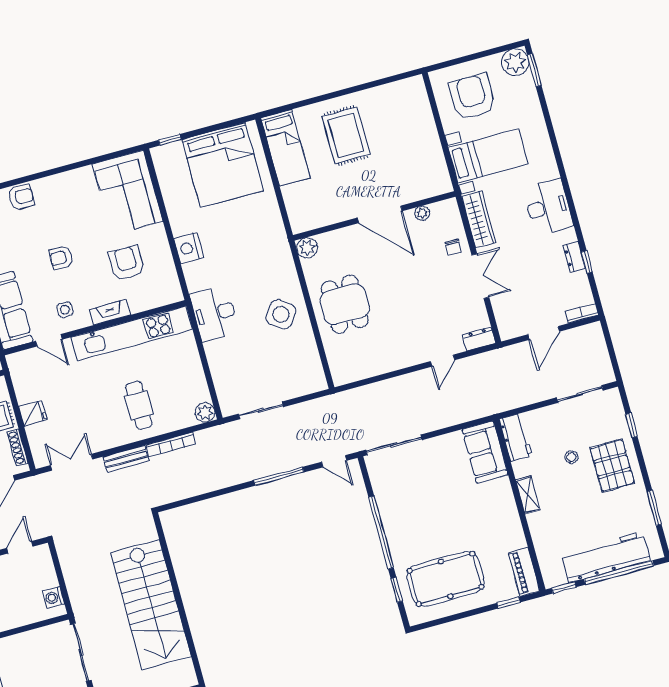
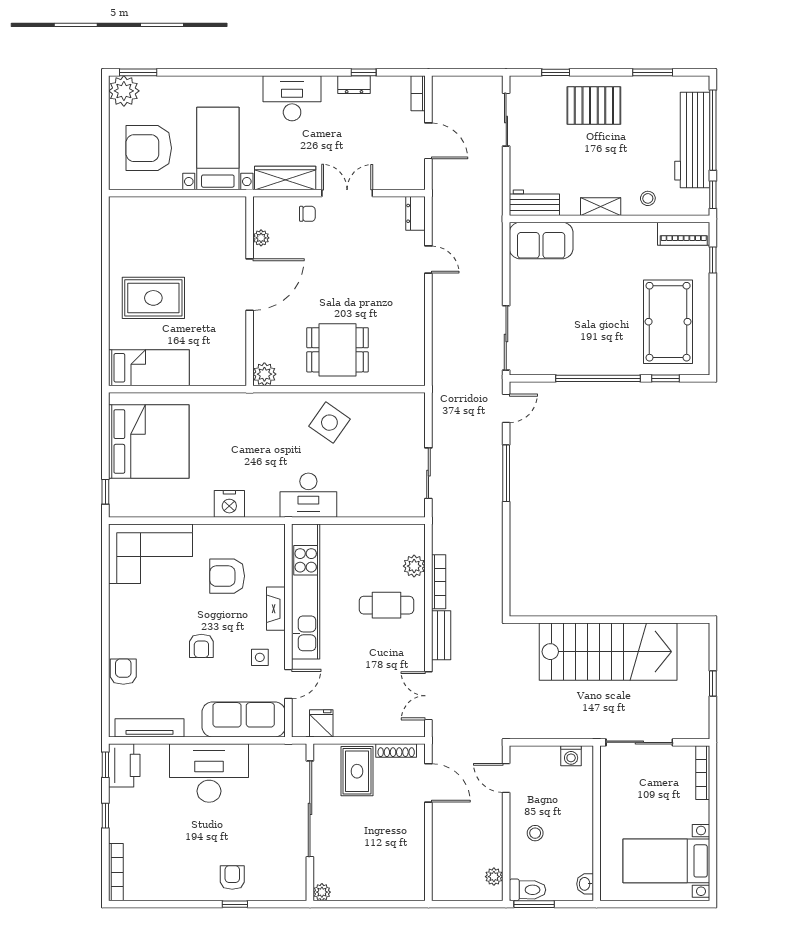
fridge: (33, 413) -> (321, 723), moved
plant: (205, 413) -> (414, 566), moved
stool: (571, 457) -> (648, 198), moved

